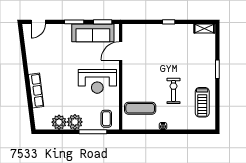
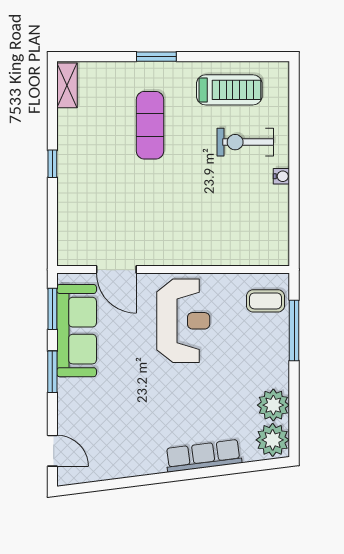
exercise bike: (173, 91) -> (245, 142), moved
exercise mat: (140, 108) -> (150, 125), moved
plant: (75, 122) -> (273, 440), moved

